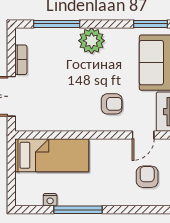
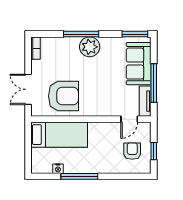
window: (57, 24) -> (81, 34), moved
bookcase: (21, 60) -> (36, 48), moved
armchair: (112, 104) -> (63, 96), moved, width x1.88, depth x1.88

